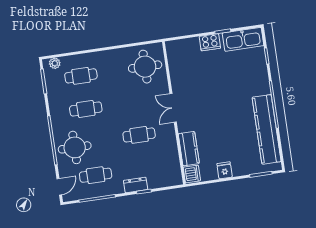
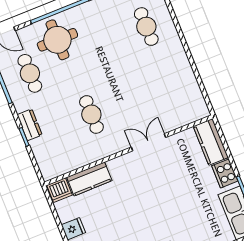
kitchen counter: (183, 47) -> (211, 142), added
round table: (145, 67) -> (176, 102), removed
double door: (173, 108) -> (149, 142), moved
cafe table: (86, 109) -> (107, 42), removed

